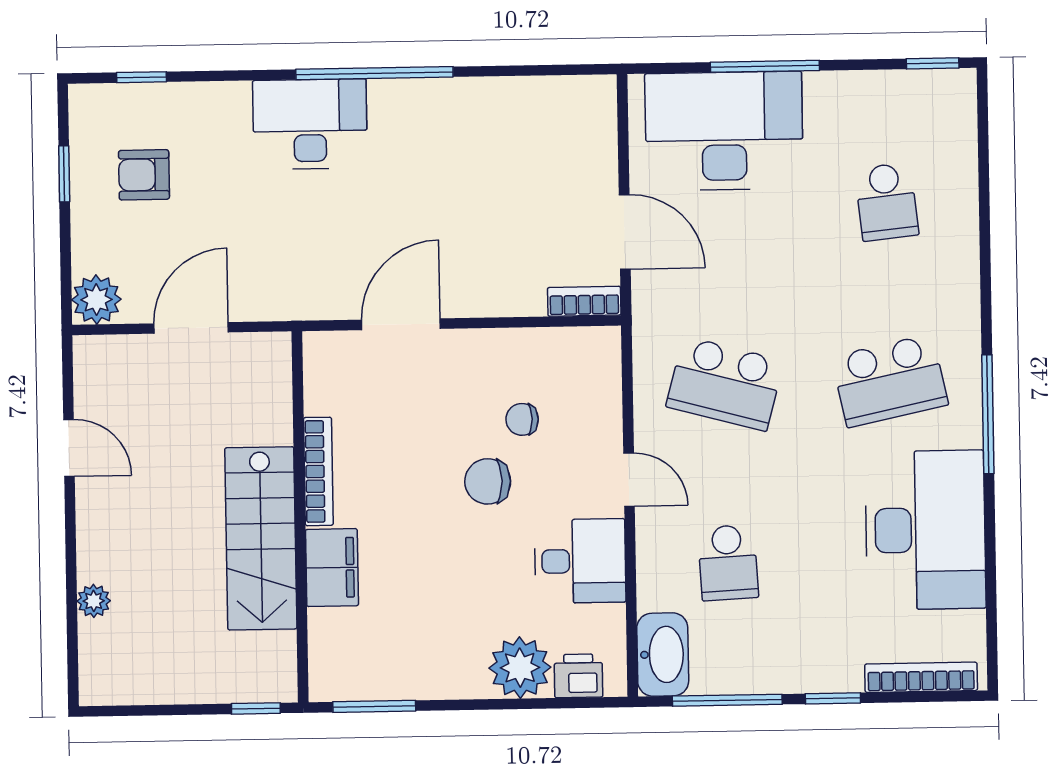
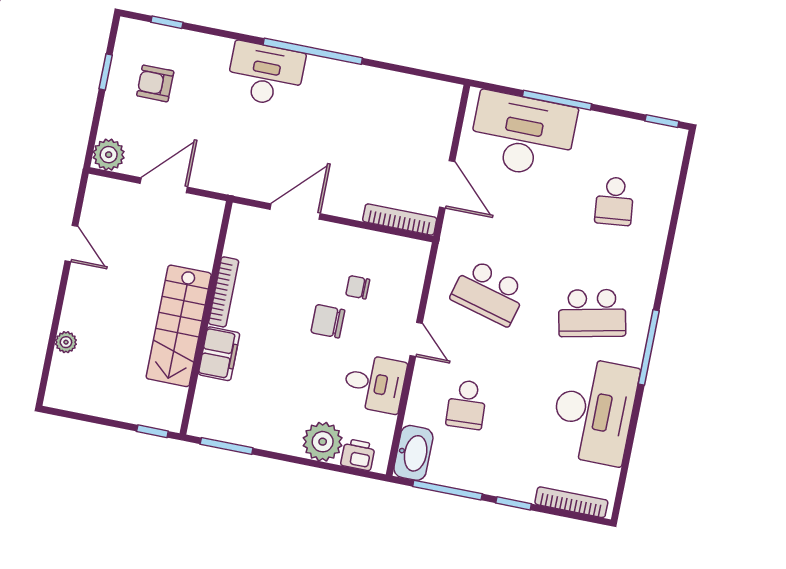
bookcase: (584, 301) -> (400, 219), width x1.56

